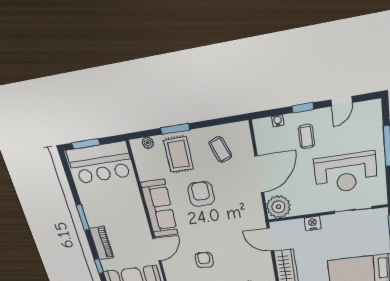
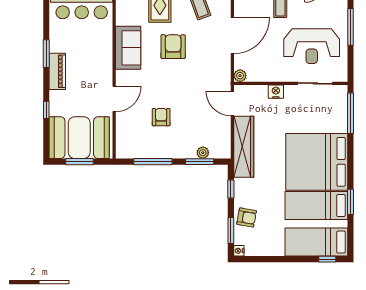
plant: (278, 207) -> (240, 76), width x0.53, depth x0.53
sofa: (159, 209) -> (128, 48), width x0.73
piano: (102, 243) -> (57, 71), moved

